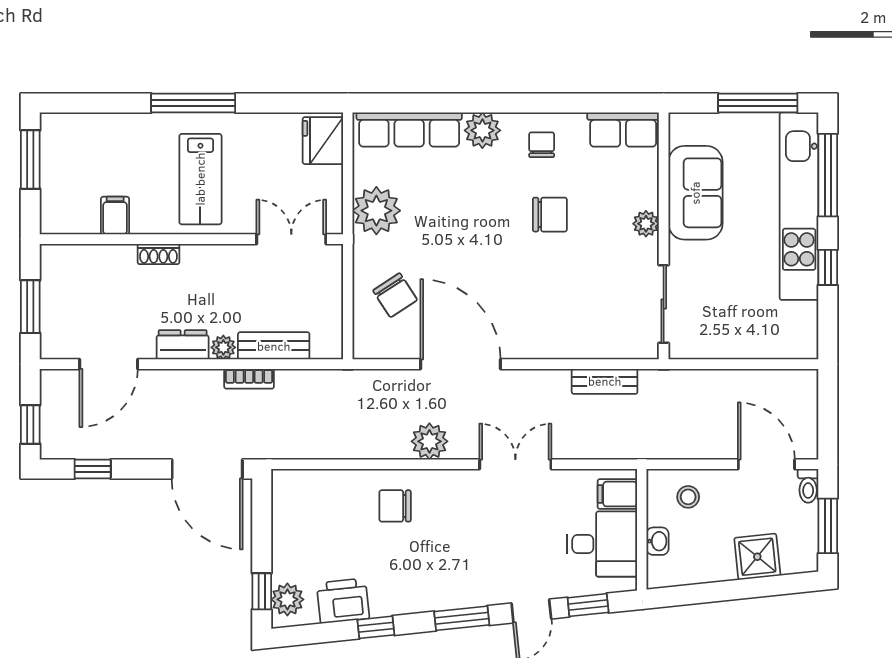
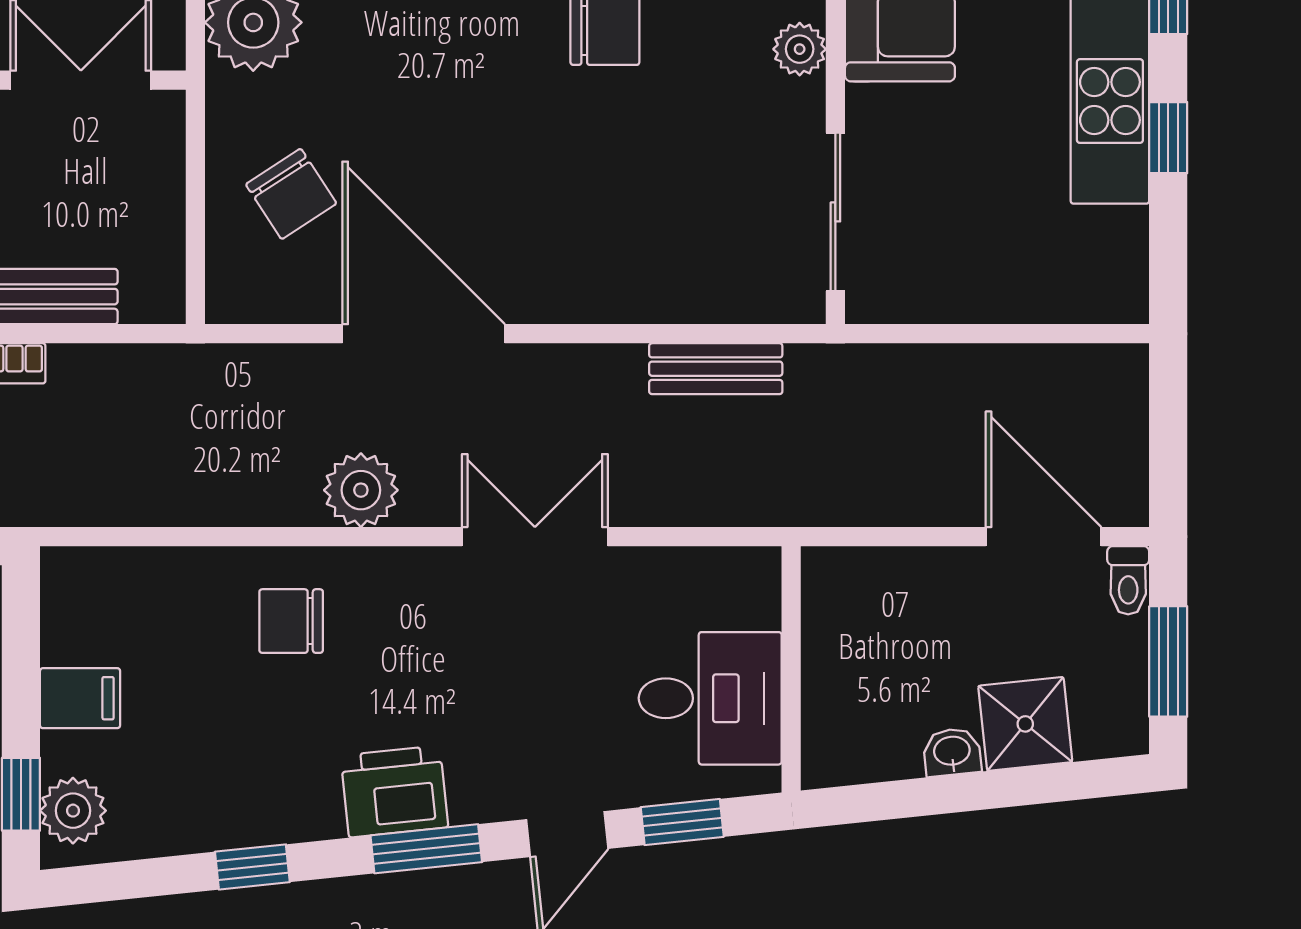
filing cabinet: (617, 494) -> (80, 698), moved, turned 180
stool: (688, 497) -> (885, 603), removed
washbasin: (658, 541) -> (952, 752), moved, turned -96
printer: (343, 601) -> (394, 791), moved

